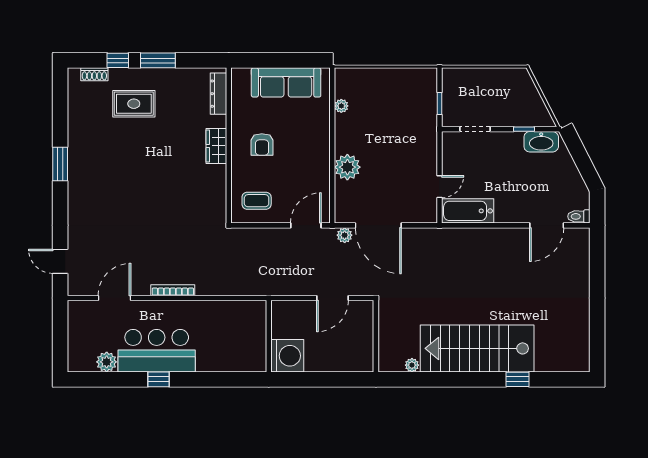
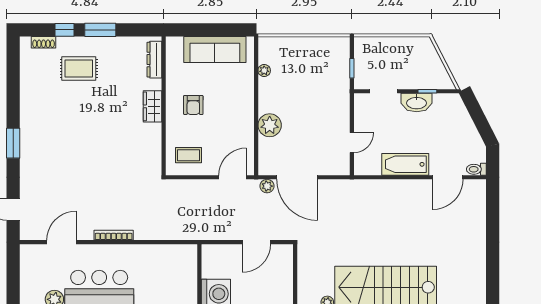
washbasin: (541, 142) -> (417, 103), moved
window: (60, 164) -> (13, 143), moved
bathtub: (468, 211) -> (405, 164), moved

